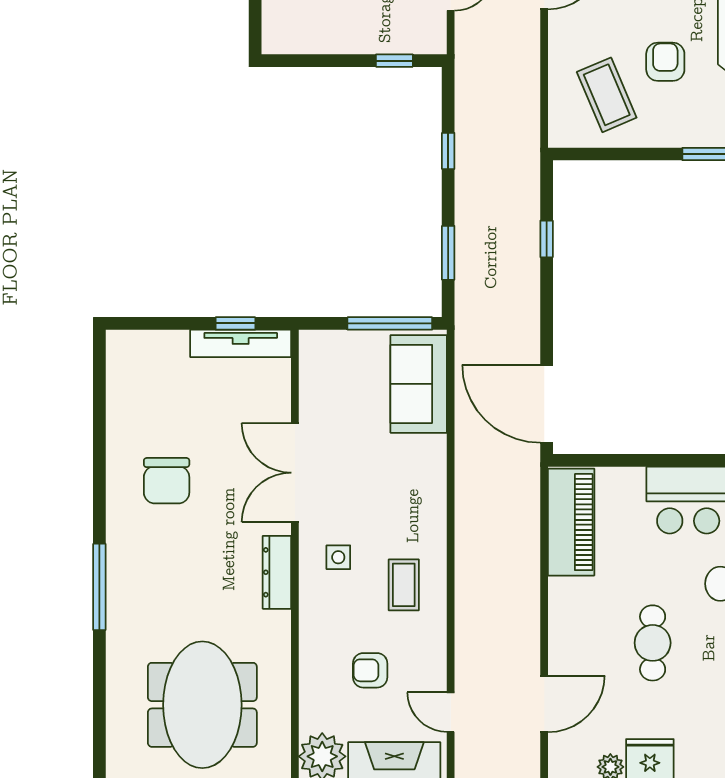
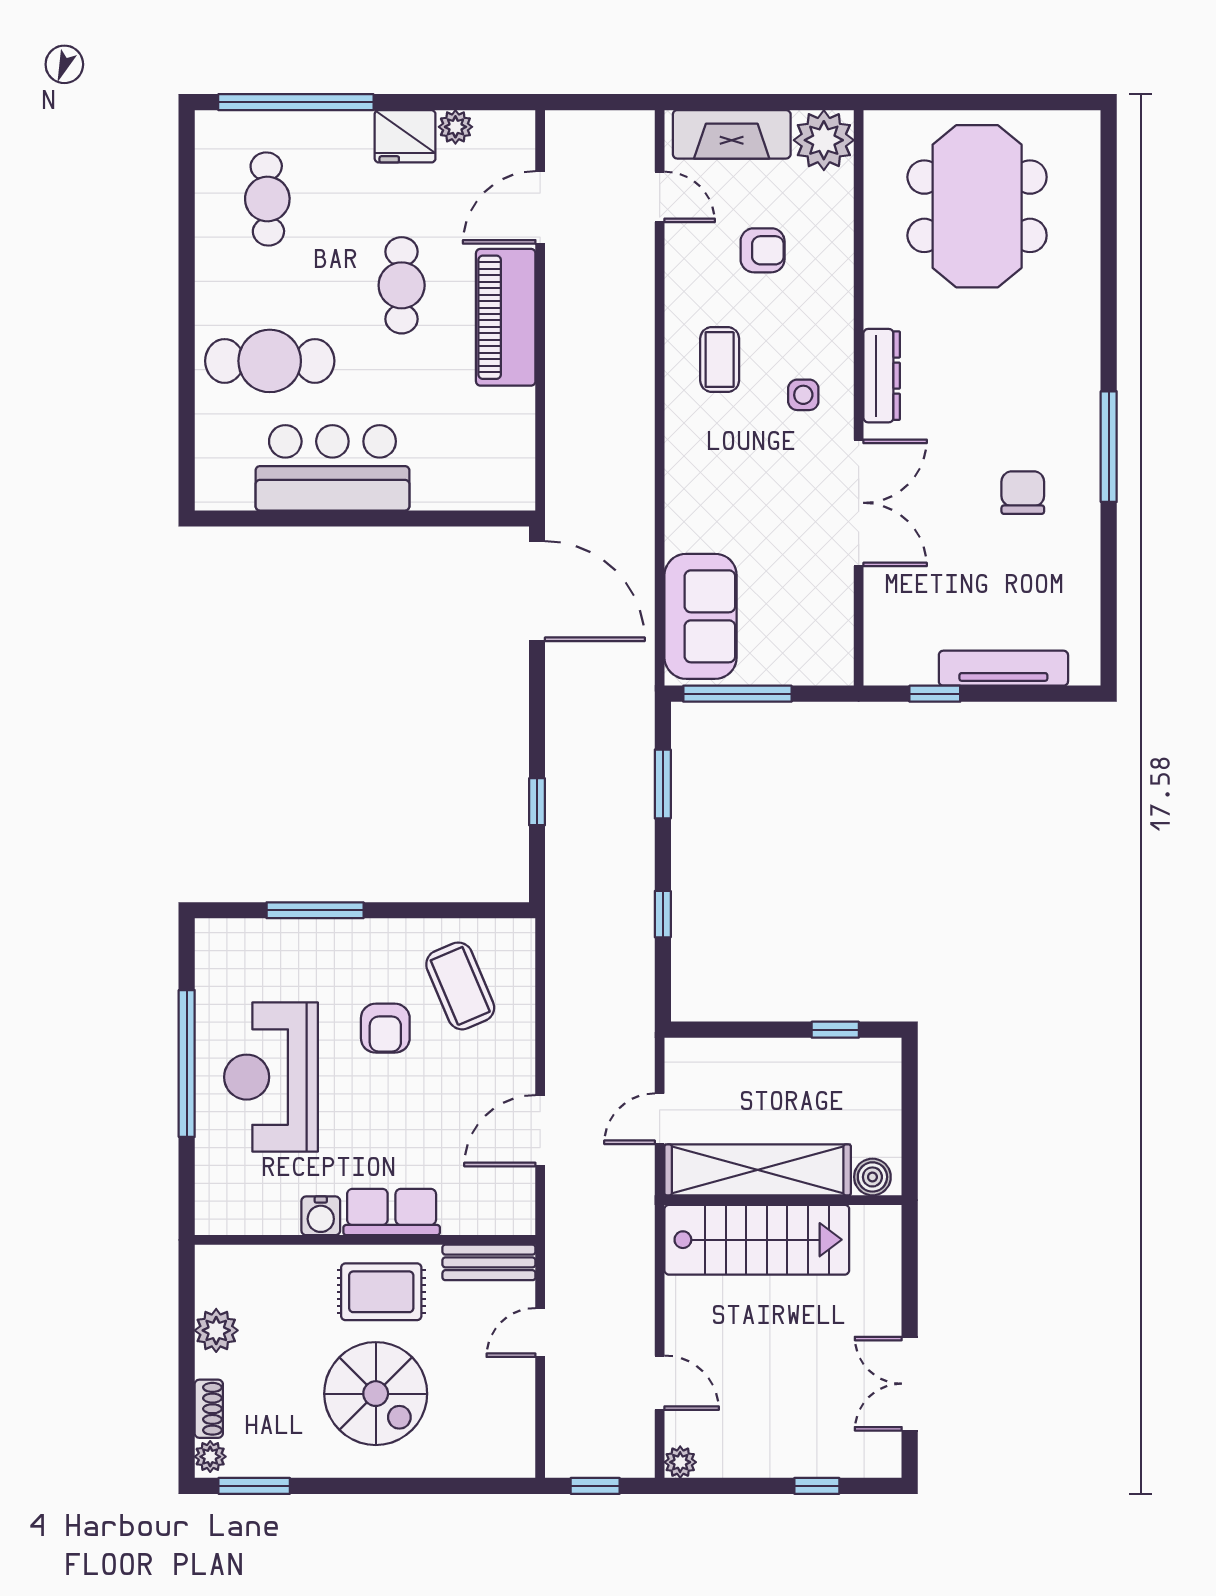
window: (394, 61) -> (835, 1030), moved
tv unit: (241, 343) -> (1003, 668), moved
chair: (167, 481) -> (1023, 493), width x0.73, depth x0.73
piano: (571, 522) -> (506, 317), moved
window: (99, 587) -> (1109, 447), moved

